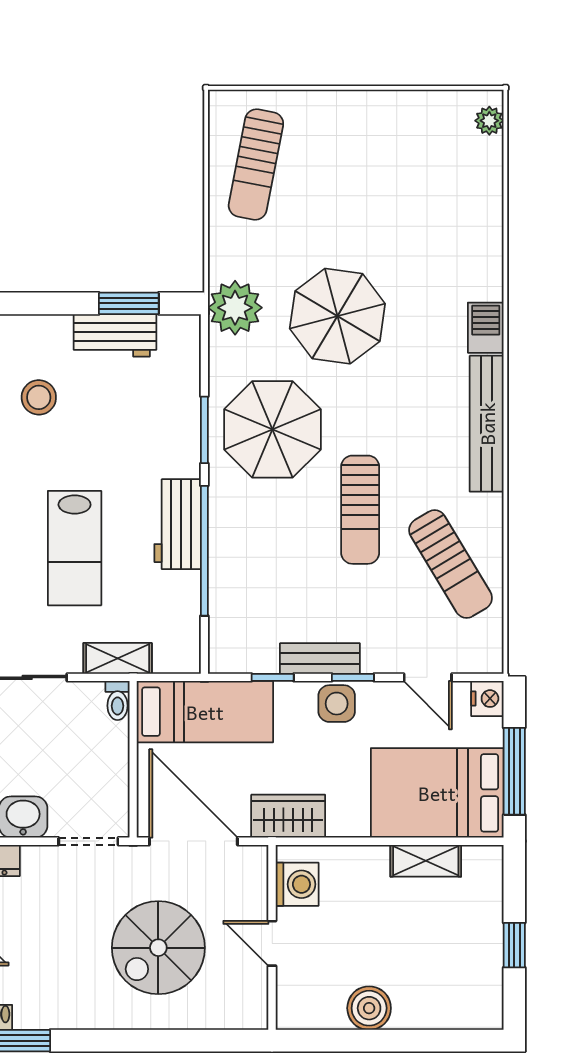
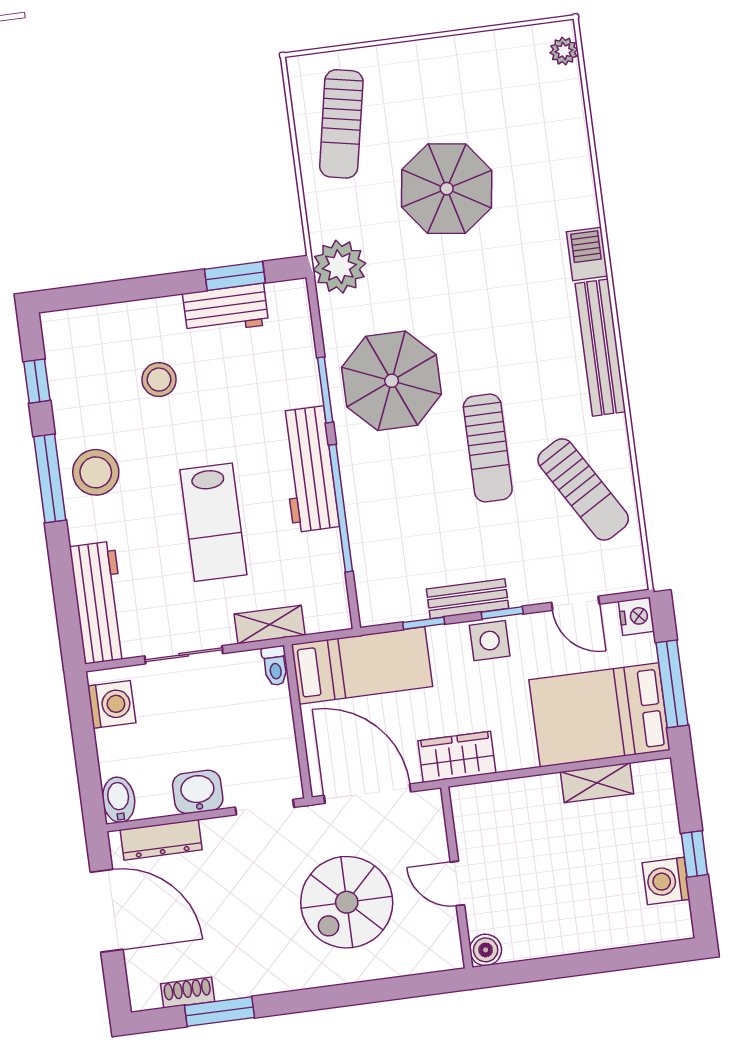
parasol: (337, 316) -> (447, 189), moved
workbench: (178, 524) -> (309, 469), width x1.38
washing machine: (297, 884) -> (666, 881), moved, turned 180
boiler: (369, 1008) -> (486, 950), moved, width x0.73, depth x0.73

